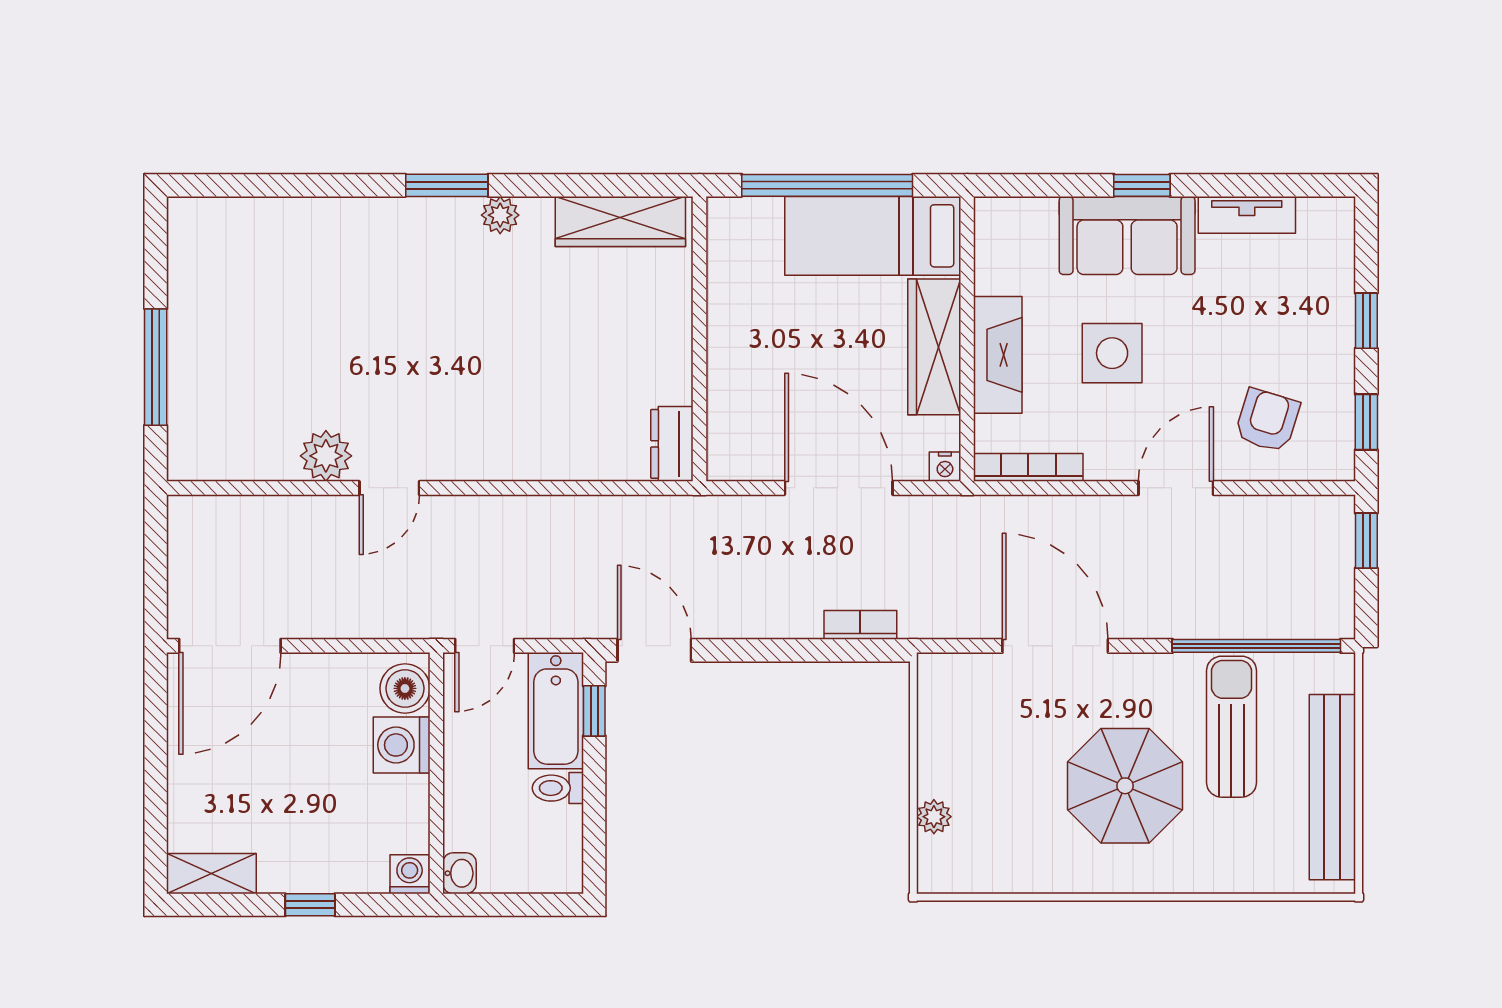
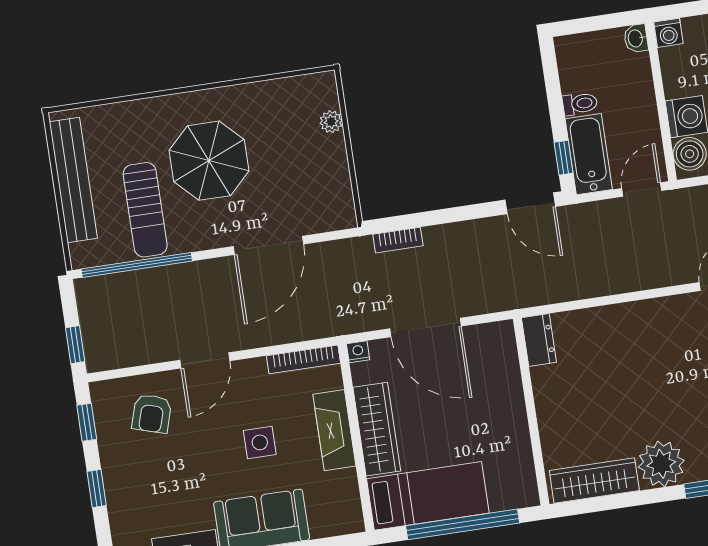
plant: (500, 215) -> (661, 464), width x1.87, depth x1.87
side table: (1112, 353) -> (260, 442), width x0.73, depth x0.73
door: (1055, 646) -> (268, 245), hinge flipped

